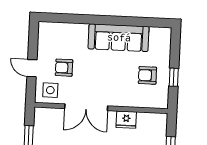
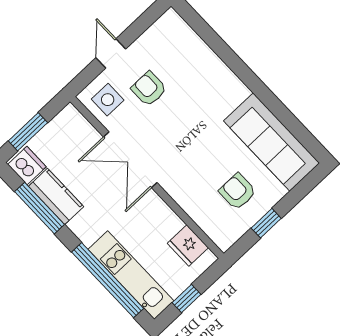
sofa: (119, 38) -> (272, 142), moved
fridge: (126, 120) -> (188, 245), moved

